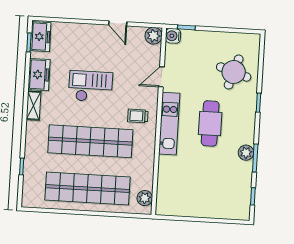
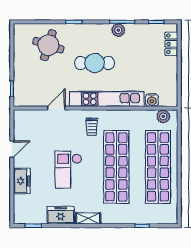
plant: (154, 36) -> (21, 117), removed
water cooler: (173, 36) -> (152, 100), moved
freezer: (41, 37) -> (22, 181), moved, turned 90
door: (161, 77) -> (56, 108), swing flipped
kitchen unit: (169, 124) -> (107, 99), width x1.36
locker: (227, 212) -> (171, 44), added

